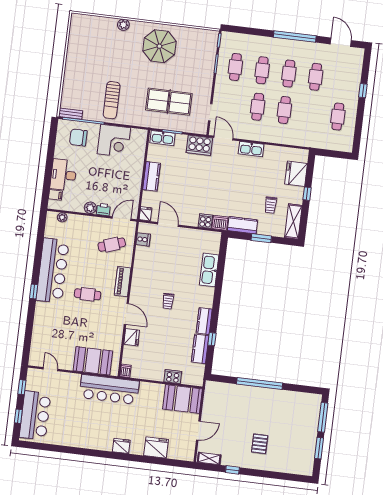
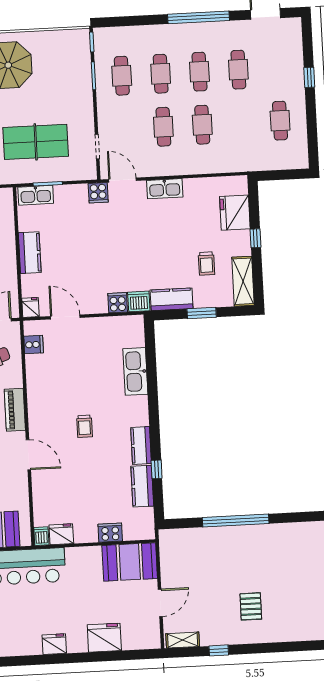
cooker: (199, 145) -> (98, 193), width x0.53, depth x0.76
fridge: (132, 337) -> (61, 534), moved, turned -90

